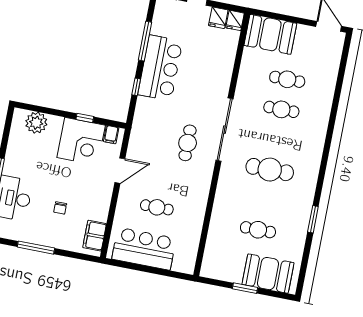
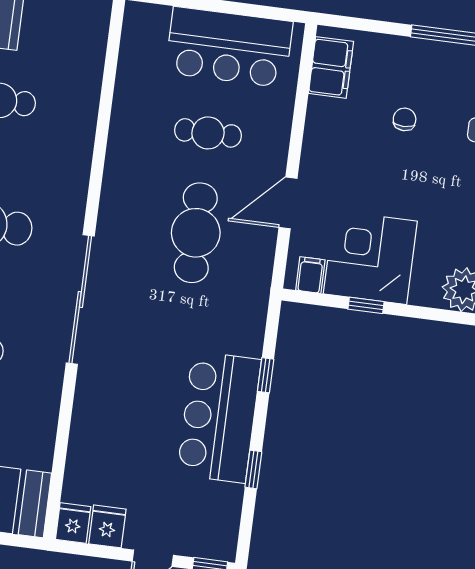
window: (145, 41) -> (253, 469), width x0.46
cafe table: (188, 143) -> (196, 233), moved, width x1.37, depth x1.35

